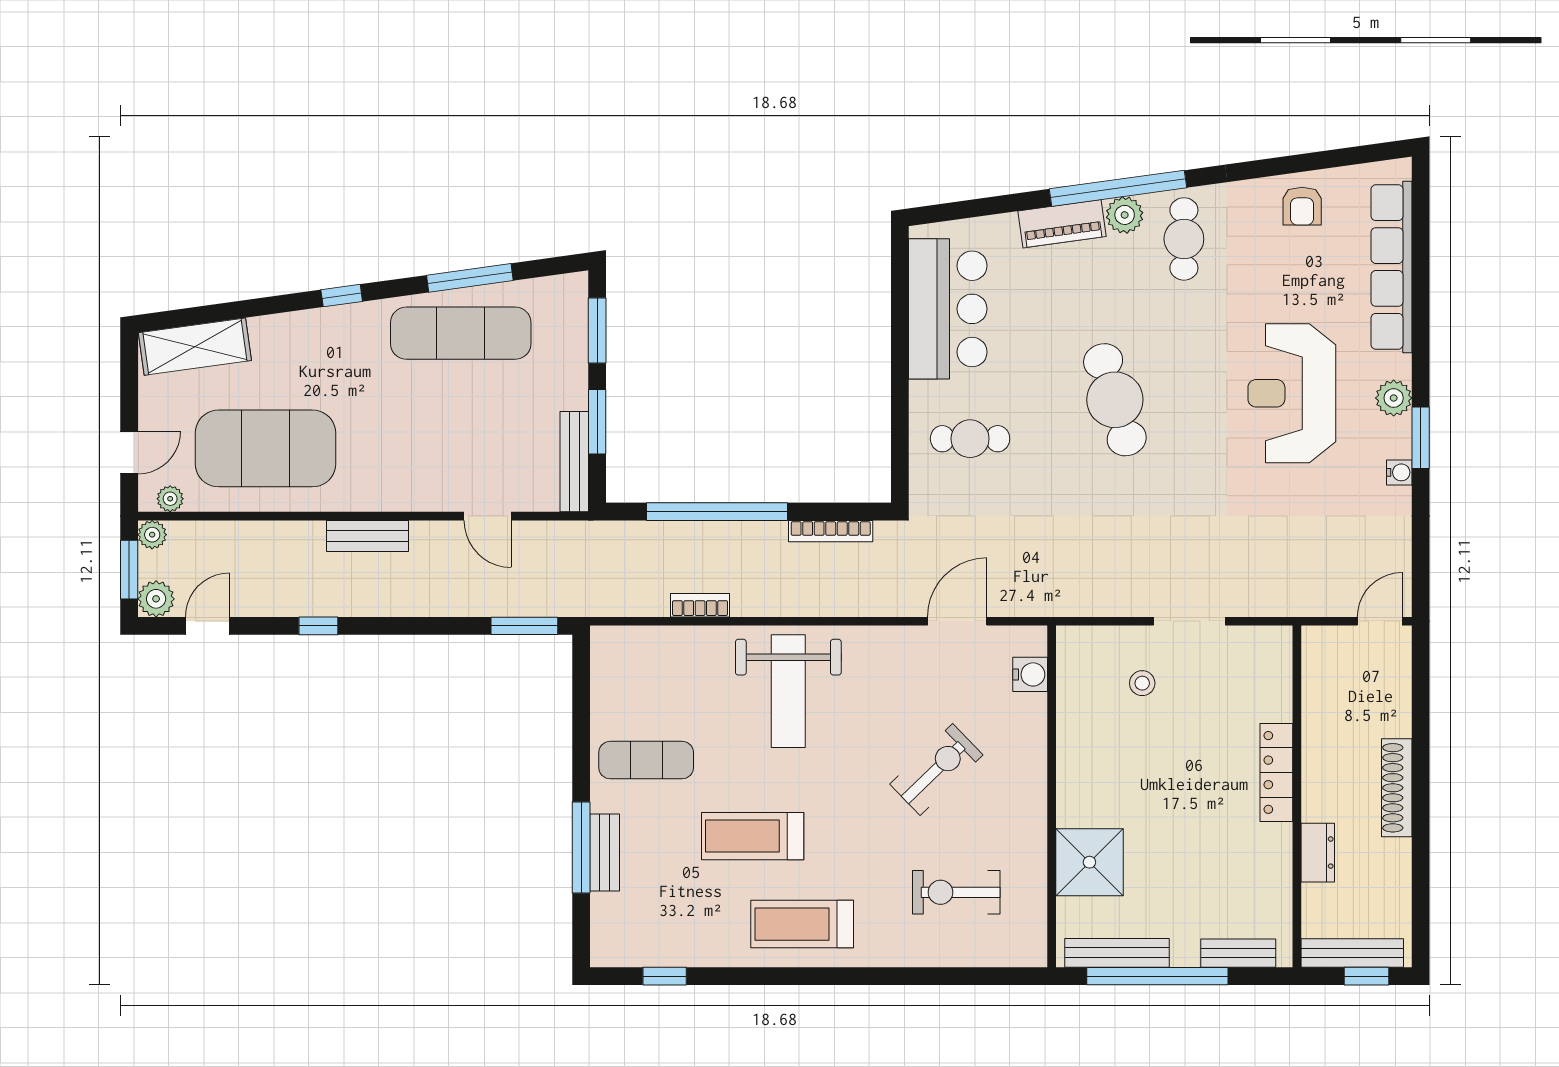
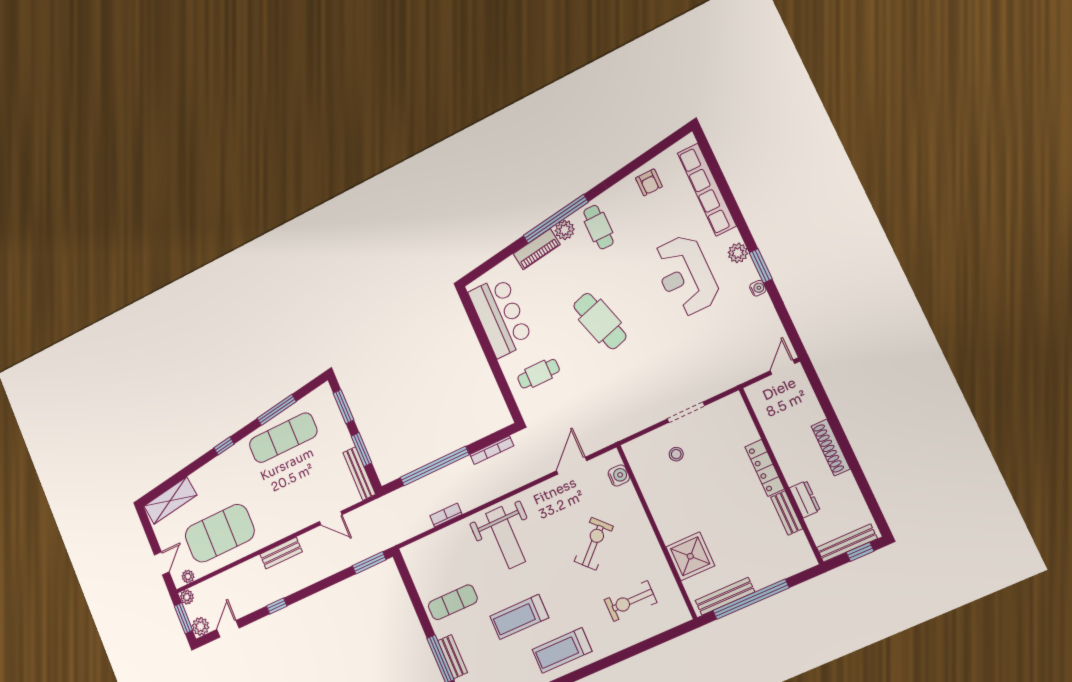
bench: (1238, 953) -> (787, 513), moved, turned 90

